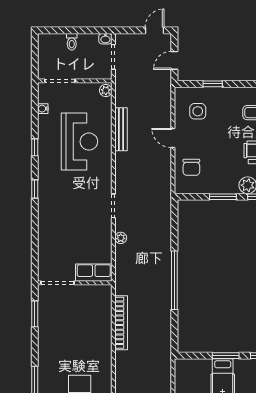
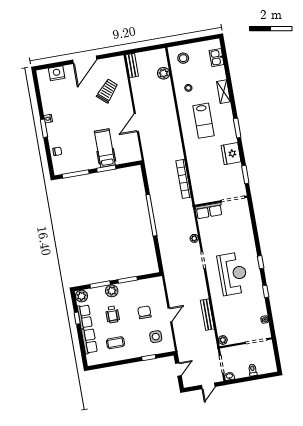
door: (154, 30) -> (208, 386), moved
door: (173, 138) -> (170, 315), hinge flipped
reception desk: (80, 142) -> (233, 274), moved, turned 180
chair: (191, 167) -> (144, 312), moved
fridge: (49, 346) -> (231, 154), added

